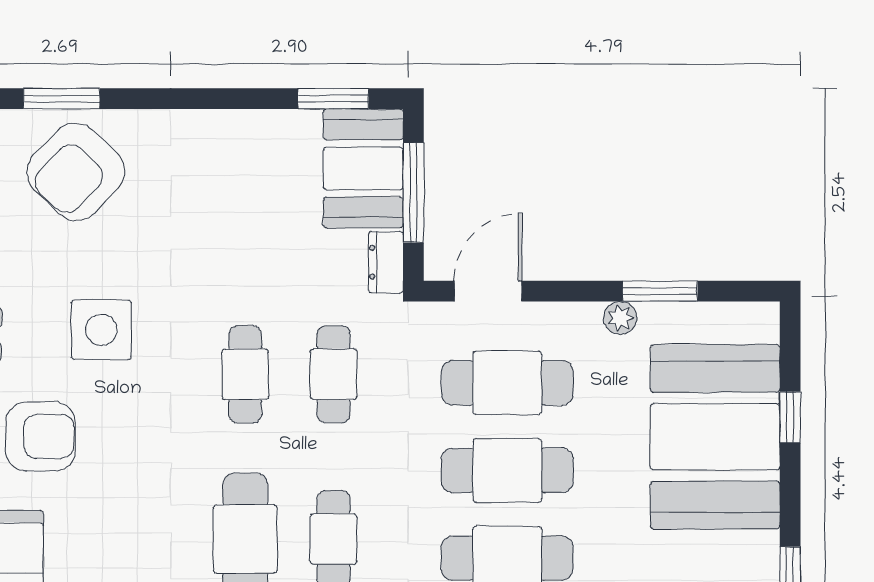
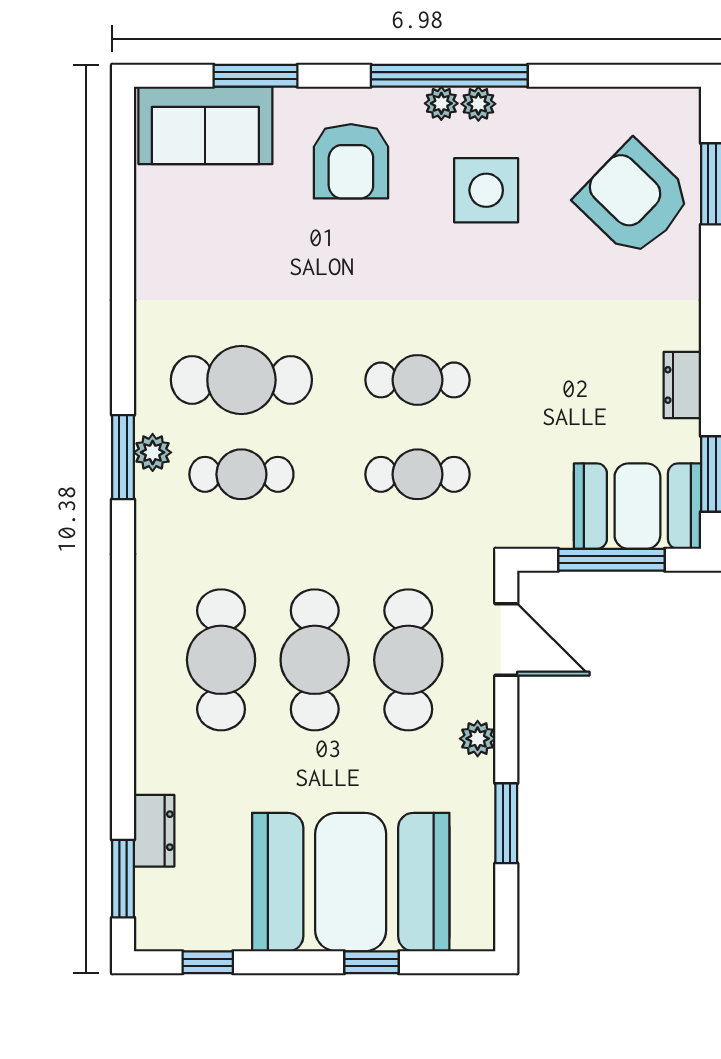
dresser: (386, 262) -> (682, 385), moved, turned -90
plant: (620, 318) -> (478, 739), moved
side table: (101, 330) -> (486, 190), moved

